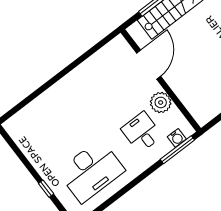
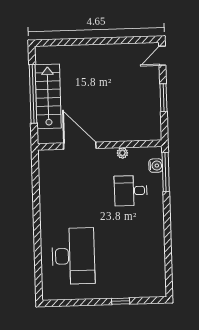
plant: (161, 102) -> (122, 153), width x0.53, depth x0.53
desk: (91, 171) -> (73, 256), moved

